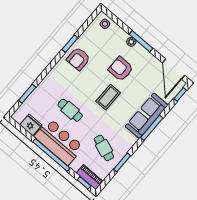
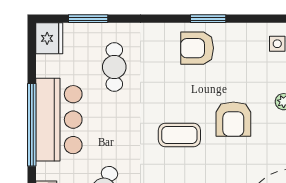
armchair: (121, 69) -> (233, 119), turned 180
cafe table: (70, 110) -> (114, 67), moved
fridge: (31, 125) -> (49, 38), moved

